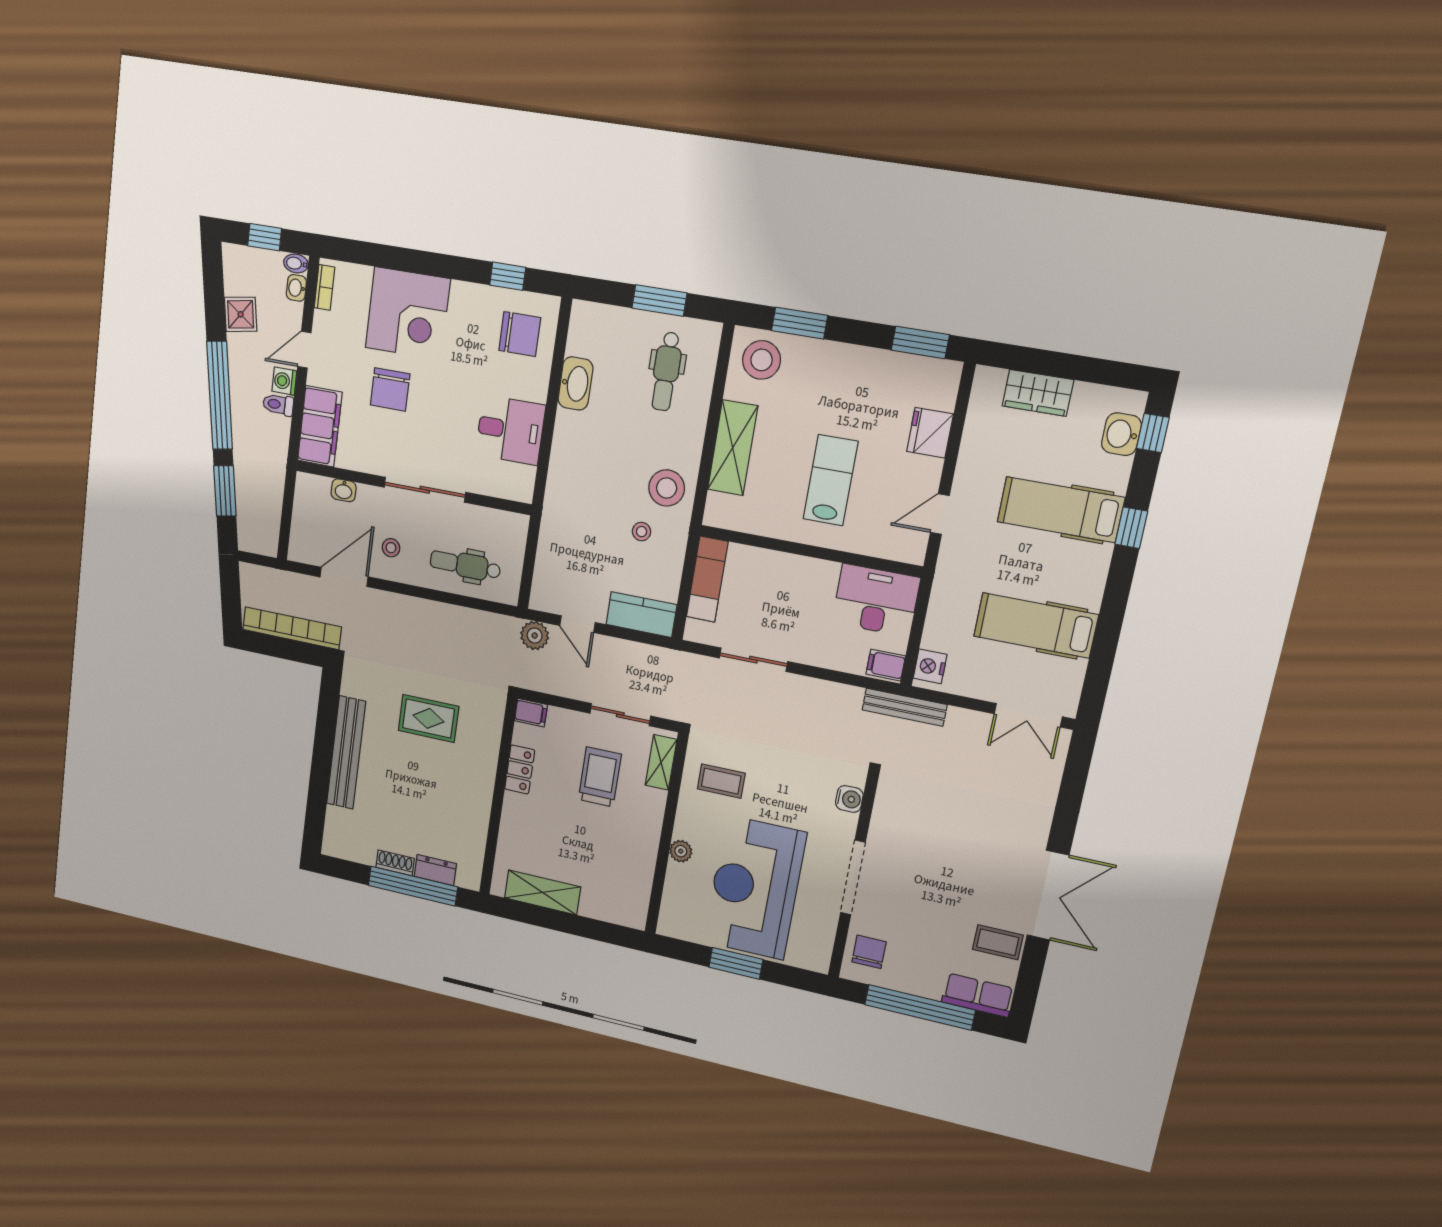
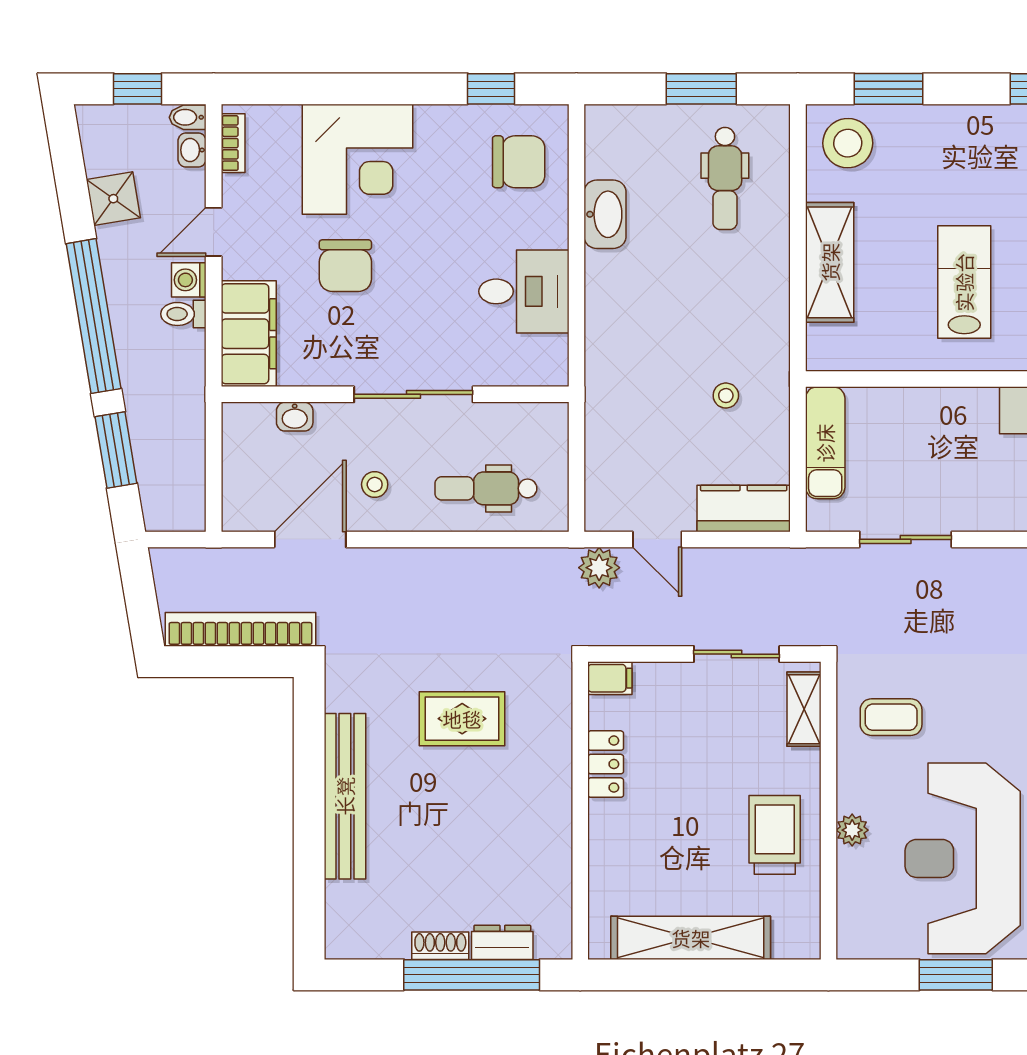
stool: (667, 488) -> (750, 331), removed
trolley: (600, 777) -> (775, 835), moved
shelving: (543, 892) -> (691, 938), width x1.47

